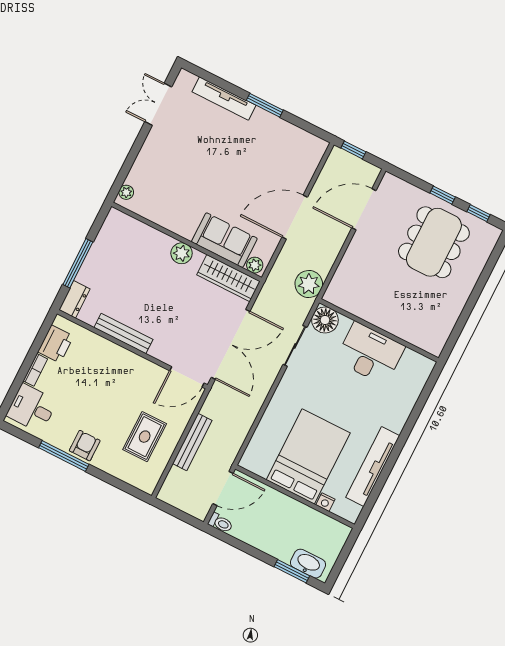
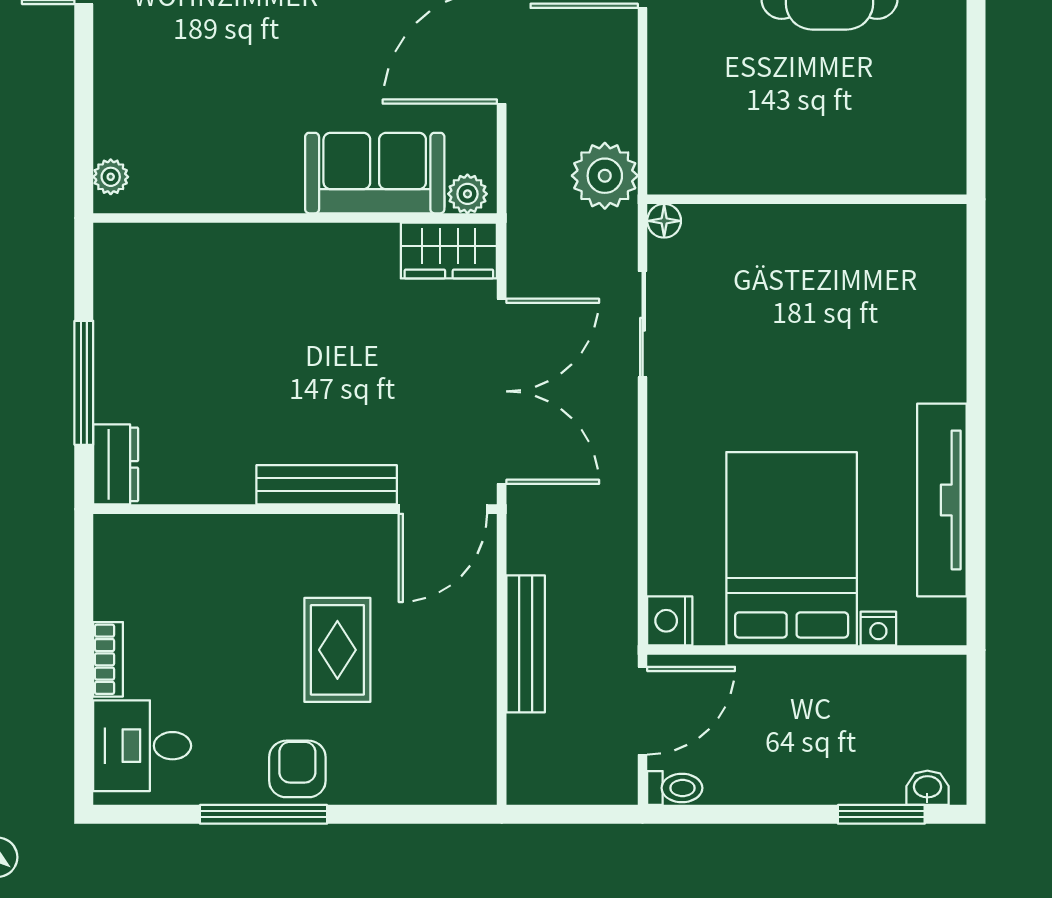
plant: (182, 253) -> (297, 248), removed
wardrobe: (228, 278) -> (449, 251), width x0.67
floor lamp: (325, 320) -> (664, 221), width x0.53, depth x0.53
bench: (123, 334) -> (327, 485), moved
printer: (56, 344) -> (124, 581), removed
desk: (370, 353) -> (813, 259), removed
rug: (145, 437) -> (337, 650), moved
nightstand: (250, 460) -> (670, 621), added
washbasin: (308, 564) -> (927, 788), width x0.52, depth x0.69

